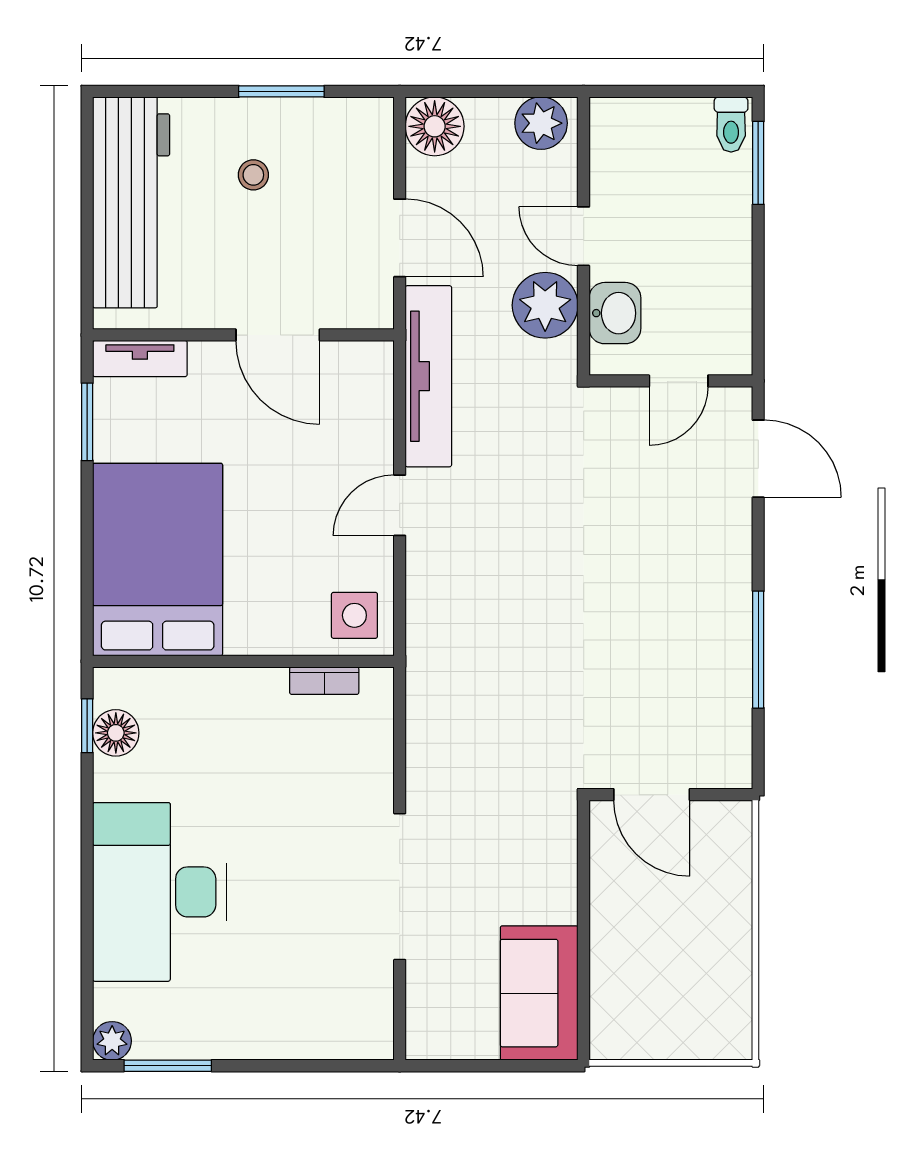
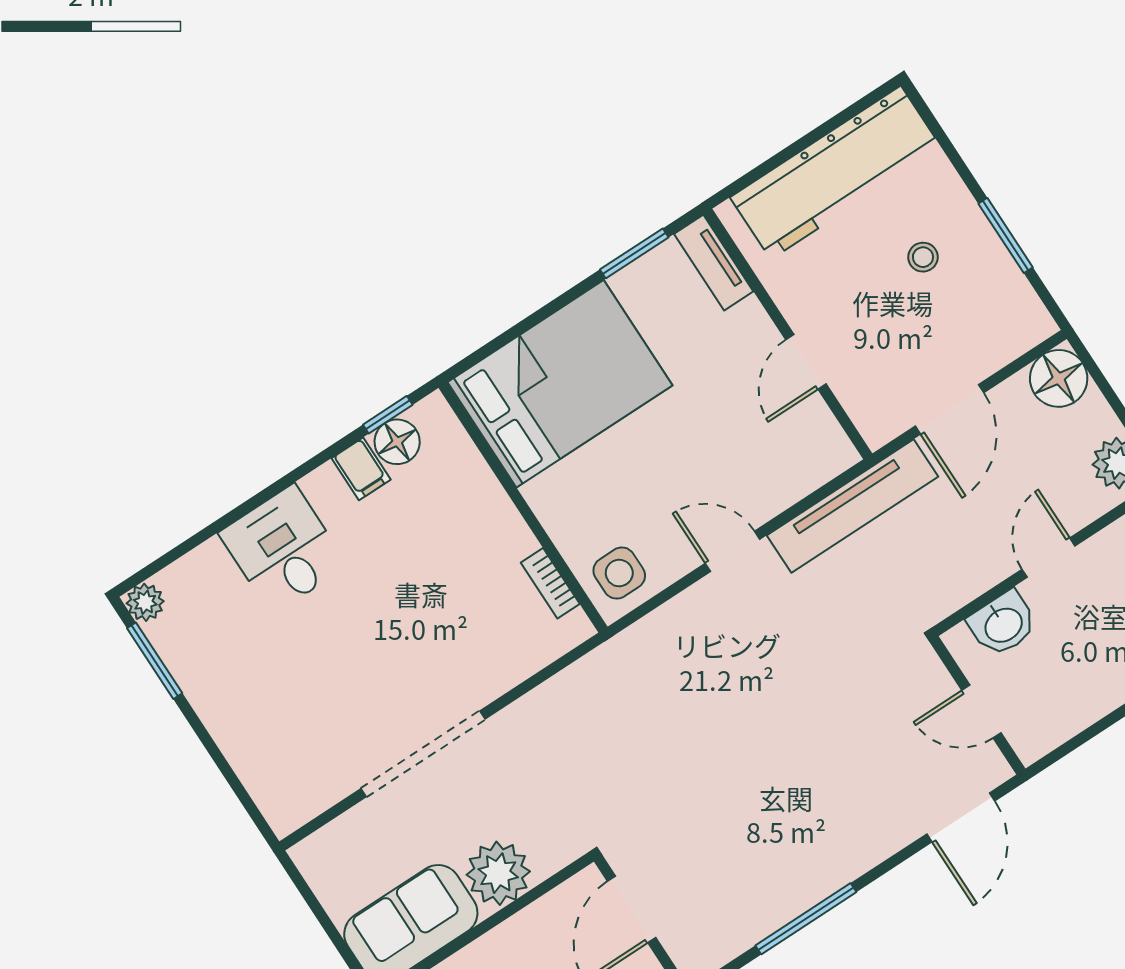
plant: (545, 305) -> (498, 873), moved
door: (278, 335) -> (806, 362), width x0.73
filing cabinet: (119, 779) -> (361, 469), added
desk: (160, 892) -> (283, 549), width x0.53, depth x0.77

